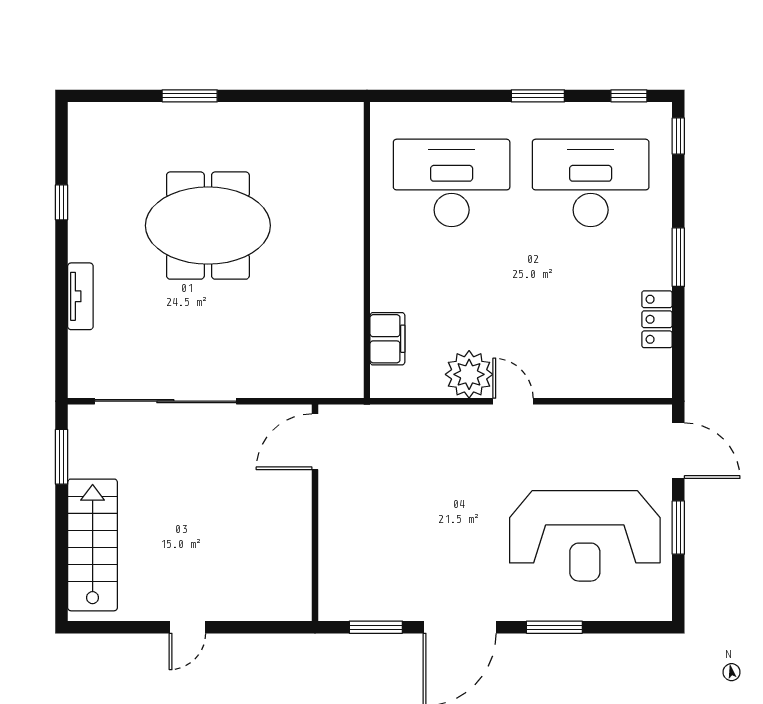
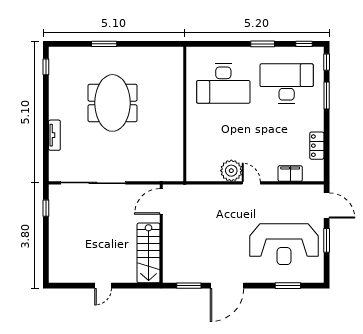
desk: (452, 183) -> (223, 84), turned 180
window: (62, 202) -> (46, 67), moved
meeting table: (208, 226) -> (112, 103), turned 90
window: (678, 257) -> (327, 96), moved
filing cabinet: (387, 339) -> (290, 174), moved, turned -90
window: (62, 457) -> (46, 208), width x0.67
stairs: (93, 545) -> (149, 253), moved, turned 180
window: (554, 627) -> (288, 286), moved

